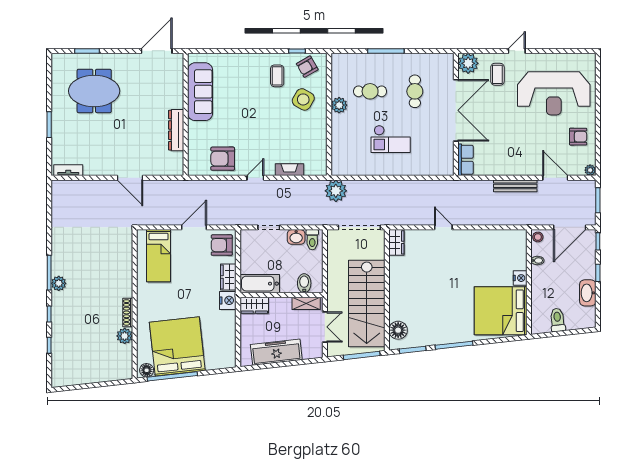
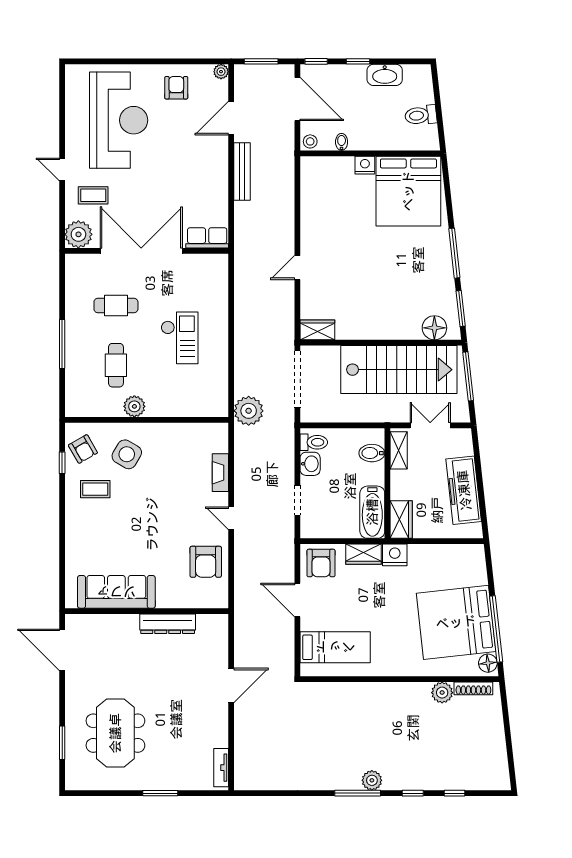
shoe rack: (128, 312) -> (473, 688), moved

